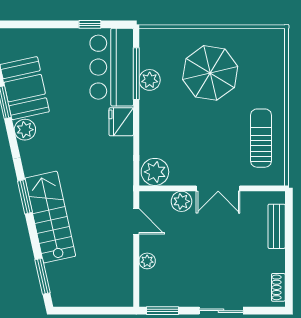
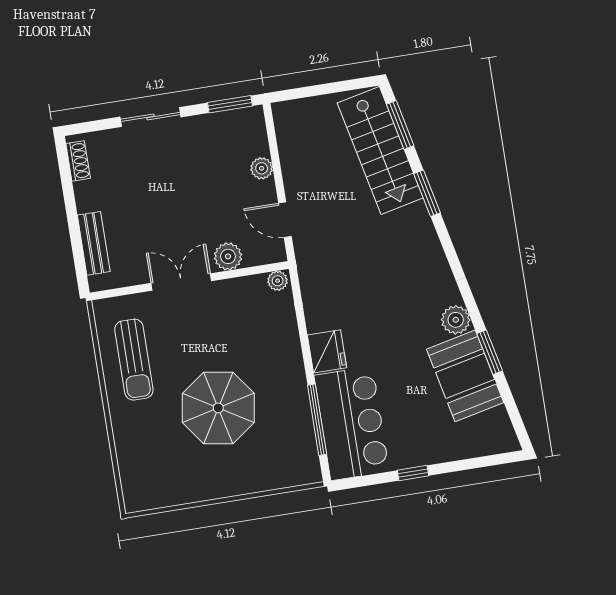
window: (90, 24) -> (413, 473), moved
parasol: (210, 73) -> (218, 408), moved
plant: (150, 80) -> (298, 414), removed
plant: (155, 172) -> (278, 281), width x0.53, depth x0.53
window: (25, 197) -> (427, 193), moved
stairs: (50, 217) -> (380, 150), moved

